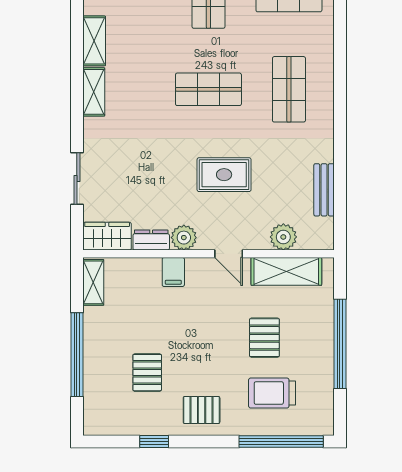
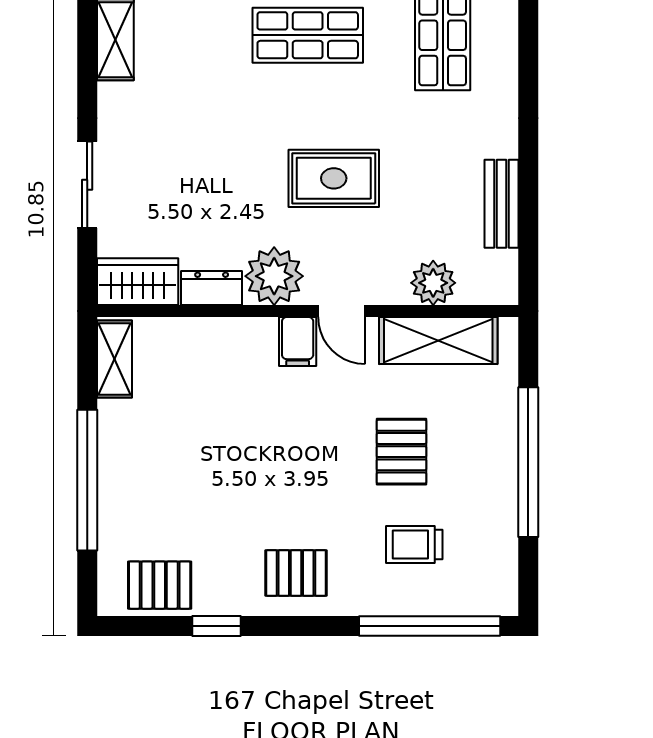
plant: (184, 238) -> (274, 276), width x1.36, depth x1.36
filing cabinet: (173, 272) -> (298, 342), moved
pallet: (147, 373) -> (160, 585), moved, turned 90
trolley: (272, 393) -> (414, 545), width x0.73, depth x0.72

